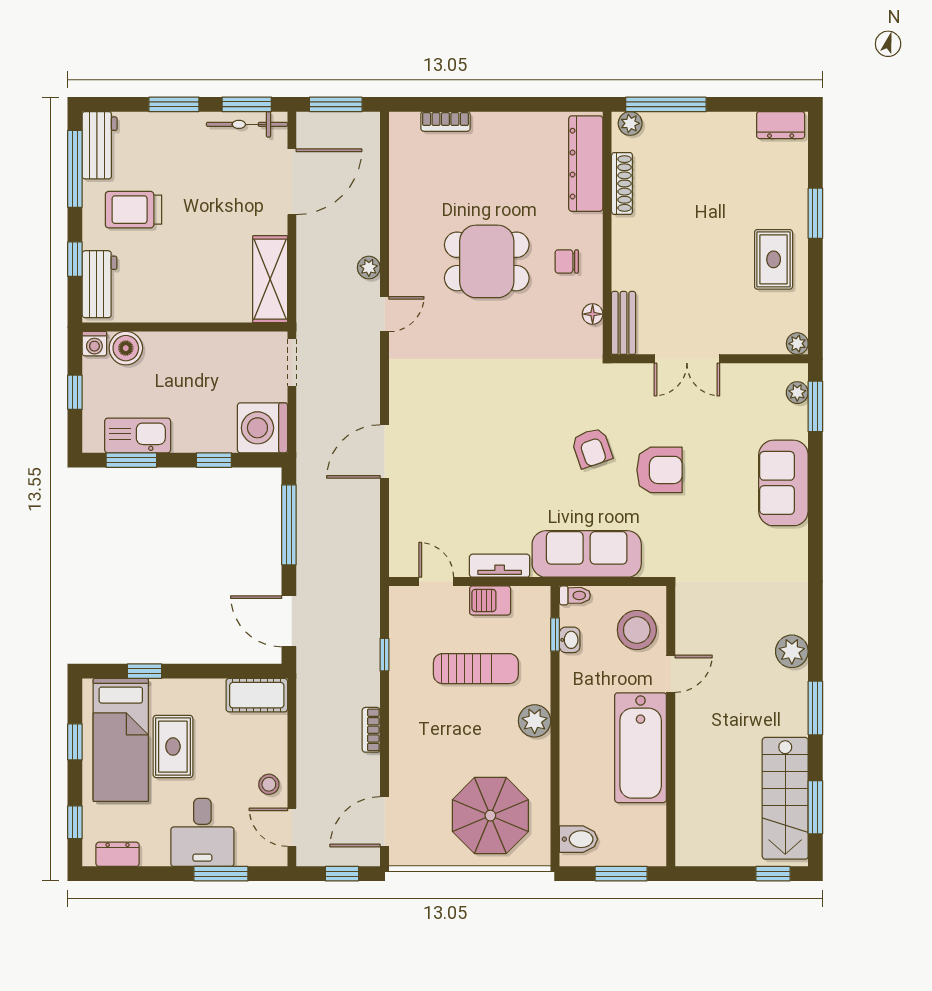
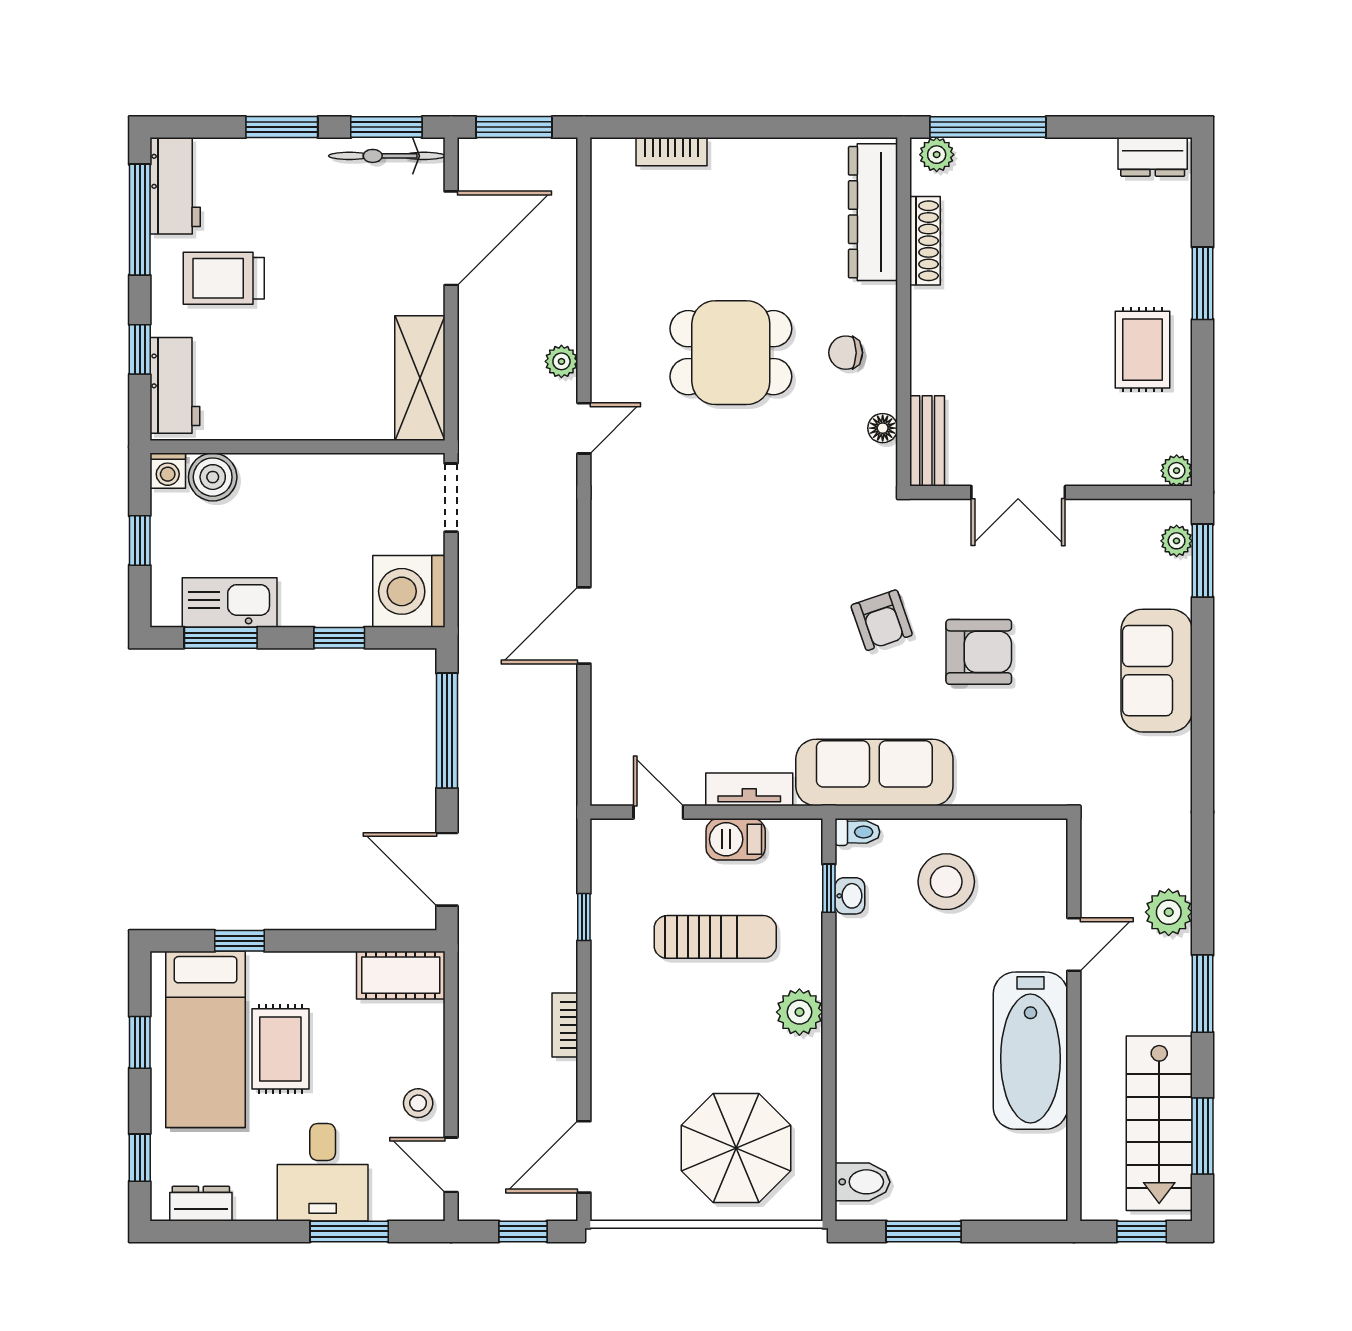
door: (671, 674) -> (1074, 944), moved
wall: (671, 726) -> (1074, 1020), moved
bathtub: (641, 748) -> (1030, 1051), moved

